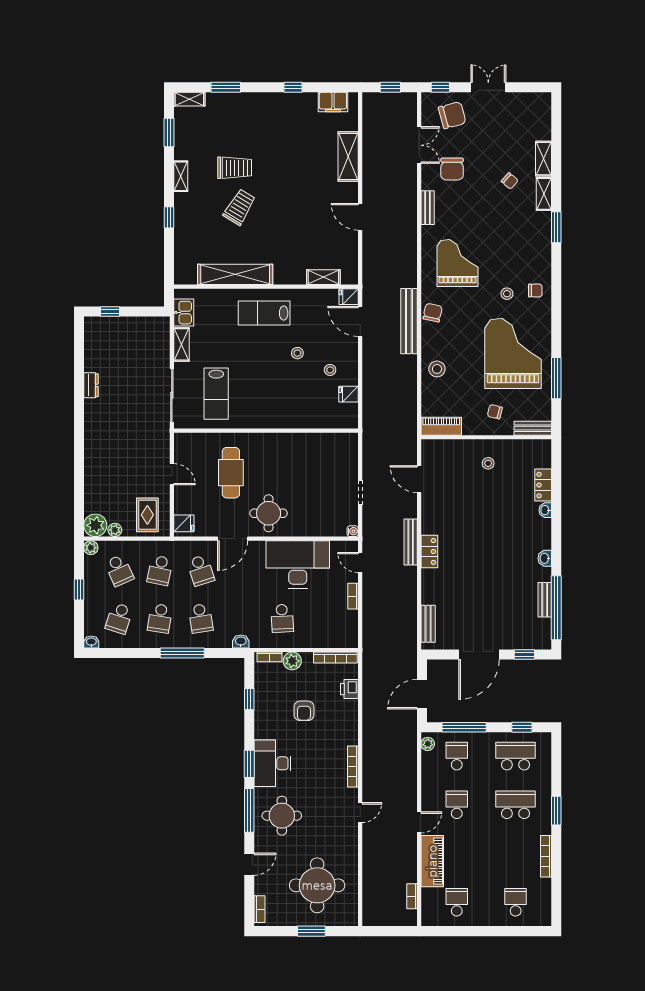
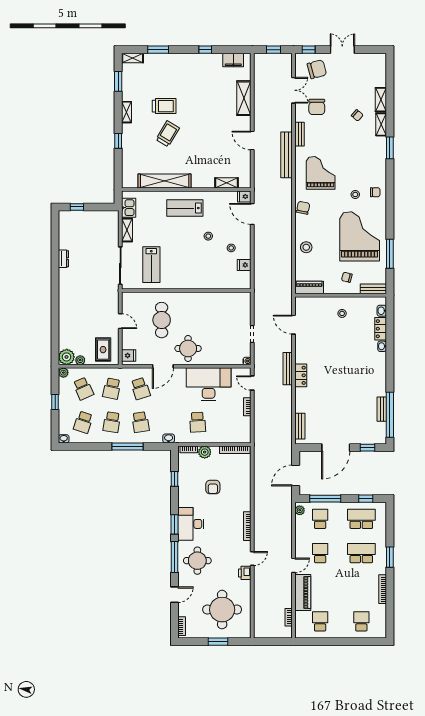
bench: (409, 321) -> (287, 155), moved
washbasin: (545, 558) -> (382, 311), moved
printer: (349, 689) -> (245, 573), moved

